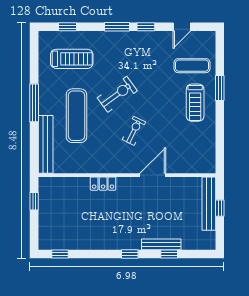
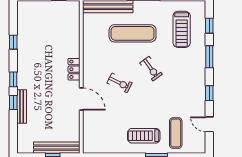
window: (117, 27) -> (209, 57), moved
exercise bike: (117, 94) -> (151, 69), width x0.73, depth x0.72
locker: (103, 184) -> (74, 69), moved
window: (60, 254) -> (13, 42), moved
window: (169, 254) -> (13, 102), moved

